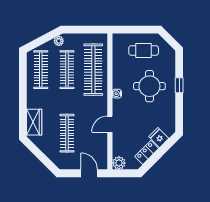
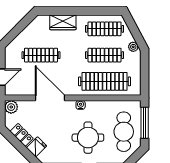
window: (135, 30) -> (145, 123), added
cafe table: (144, 50) -> (124, 132), width x1.37, depth x1.35
wardrobe: (34, 122) -> (63, 22), moved
door: (110, 124) -> (50, 98), width x1.87

